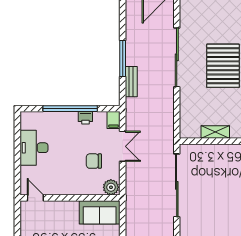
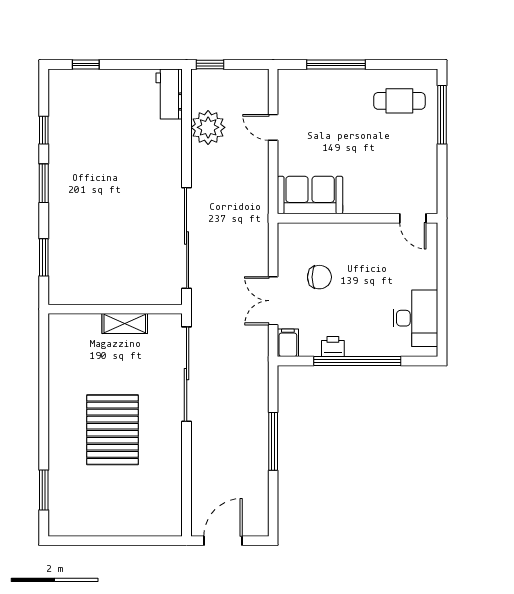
sliding door: (177, 57) -> (187, 374), moved
bench: (131, 82) -> (260, 404), removed
desk: (34, 148) -> (415, 318), moved
plant: (111, 187) -> (292, 235), removed

